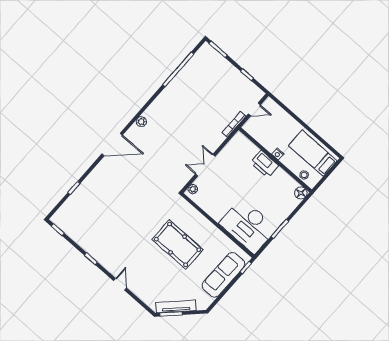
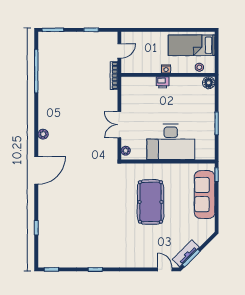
printer: (264, 164) -> (163, 82), width x0.53, depth x0.68
desk: (248, 226) -> (171, 142), moved
pool table: (178, 244) -> (150, 202), turned 90
door: (120, 284) -> (165, 269), moved
tv unit: (176, 306) -> (186, 253), width x0.71

